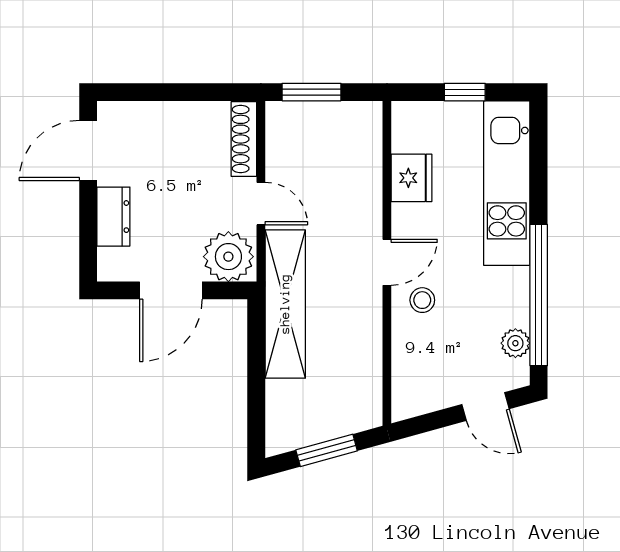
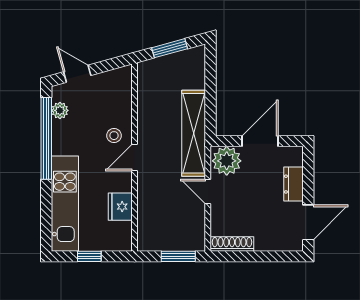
shoe rack: (244, 139) -> (232, 244), moved, turned -90

